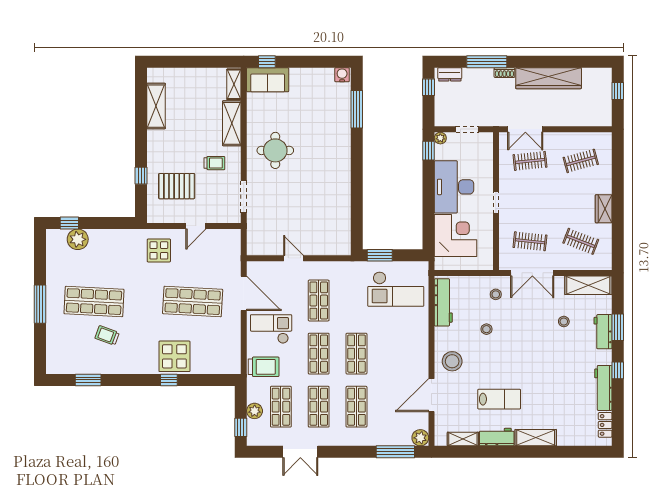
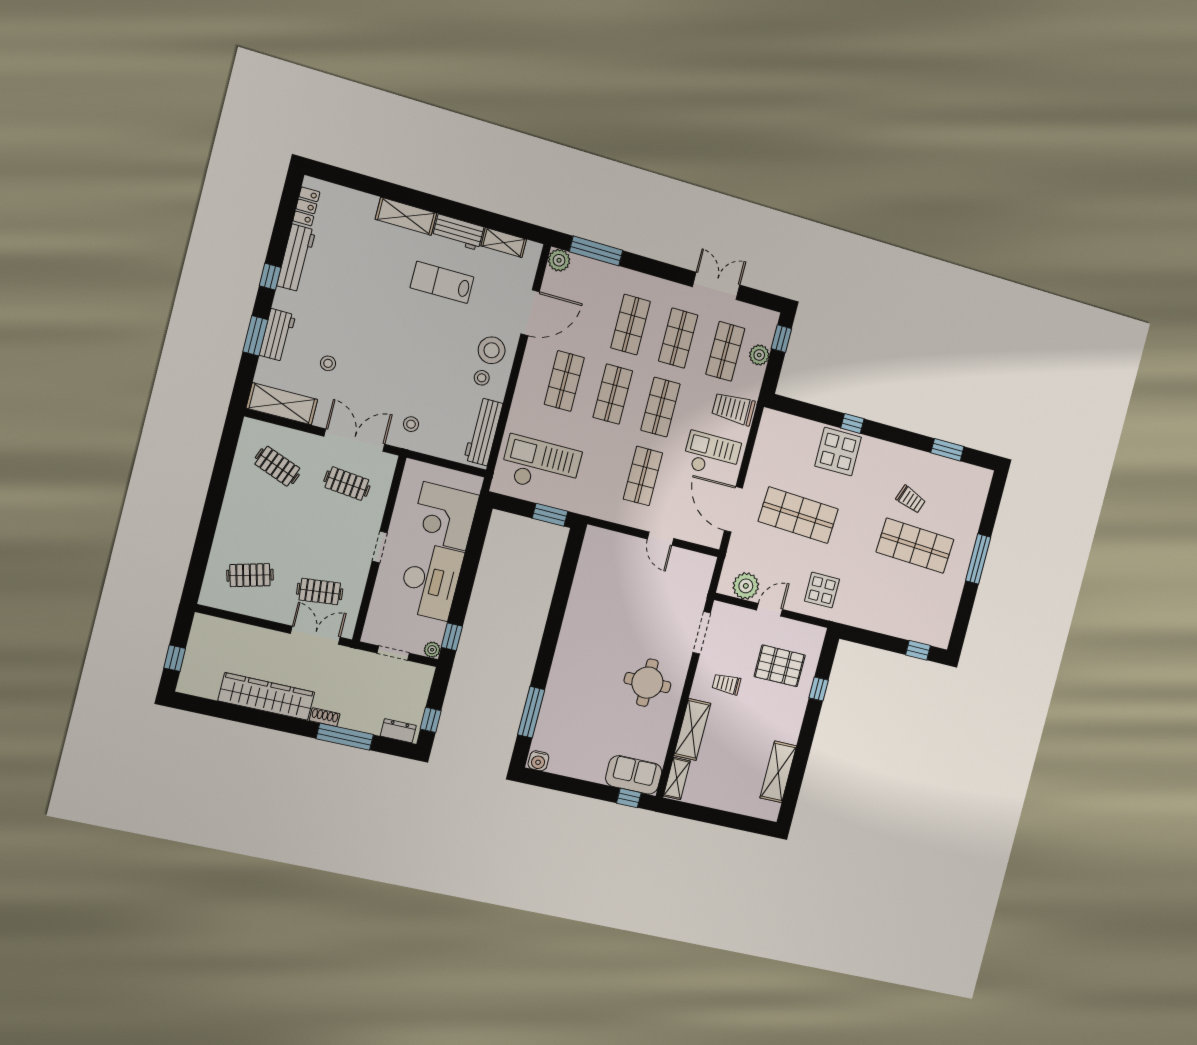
wardrobe: (604, 209) -> (234, 503), removed
plant: (78, 239) -> (746, 586), moved
checkout: (271, 329) -> (712, 455), turned 180
stool: (486, 329) -> (482, 378), moved
shop shelf: (394, 354) -> (564, 381), added

